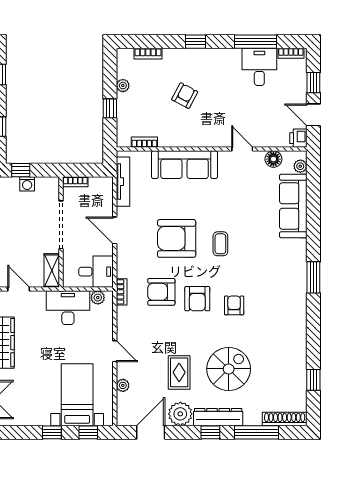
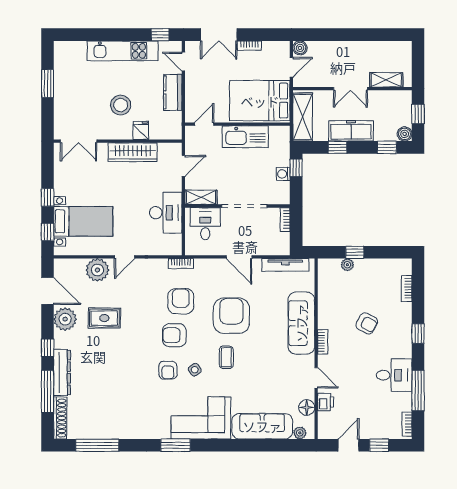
desk: (259, 67) -> (394, 375), moved
plant: (123, 86) -> (347, 265), moved
printer: (298, 138) -> (326, 402), moved, turned 90
bookcase: (144, 142) -> (323, 342), moved
door: (242, 149) -> (316, 378), hinge flipped
door: (115, 230) -> (239, 257), swing flipped
coffee table: (220, 244) -> (226, 357), turned 90
corner sofa: (284, 271) -> (201, 418), added
desk: (96, 272) -> (205, 224), moved, turned 180
side table: (234, 277) -> (195, 370), added
window: (313, 277) -> (175, 445), moved
plant: (98, 298) -> (175, 241), removed
armchair: (234, 305) -> (168, 370), turned 90
spiral stairs: (229, 369) -> (108, 365), removed
window: (313, 380) -> (97, 445), width x2.17
plant: (123, 385) -> (97, 270), width x1.87, depth x1.87
dresser: (218, 417) -> (62, 373), moved

